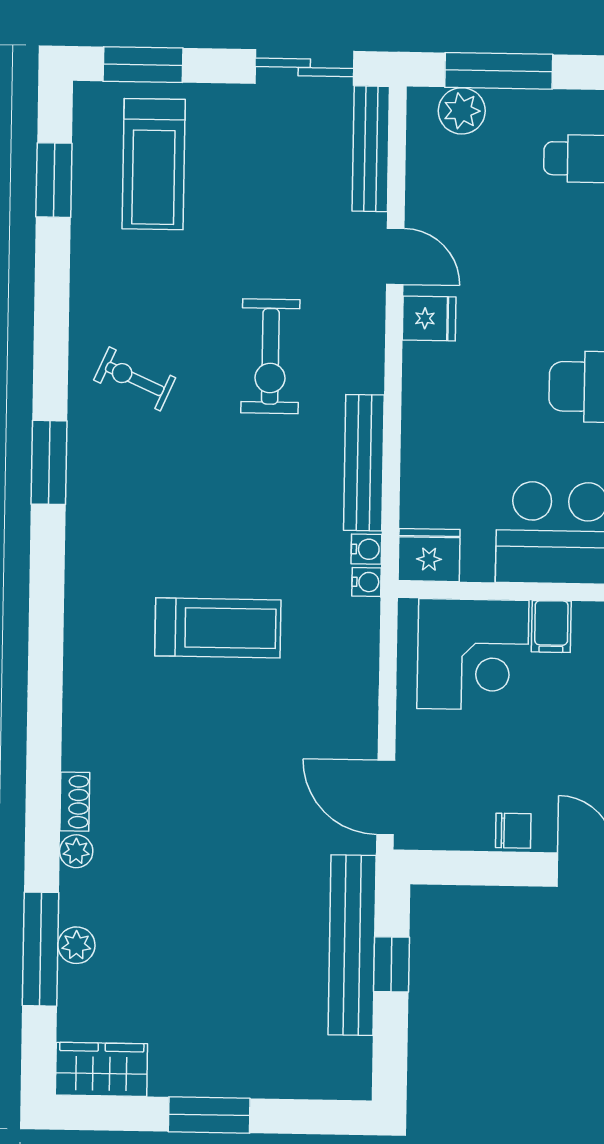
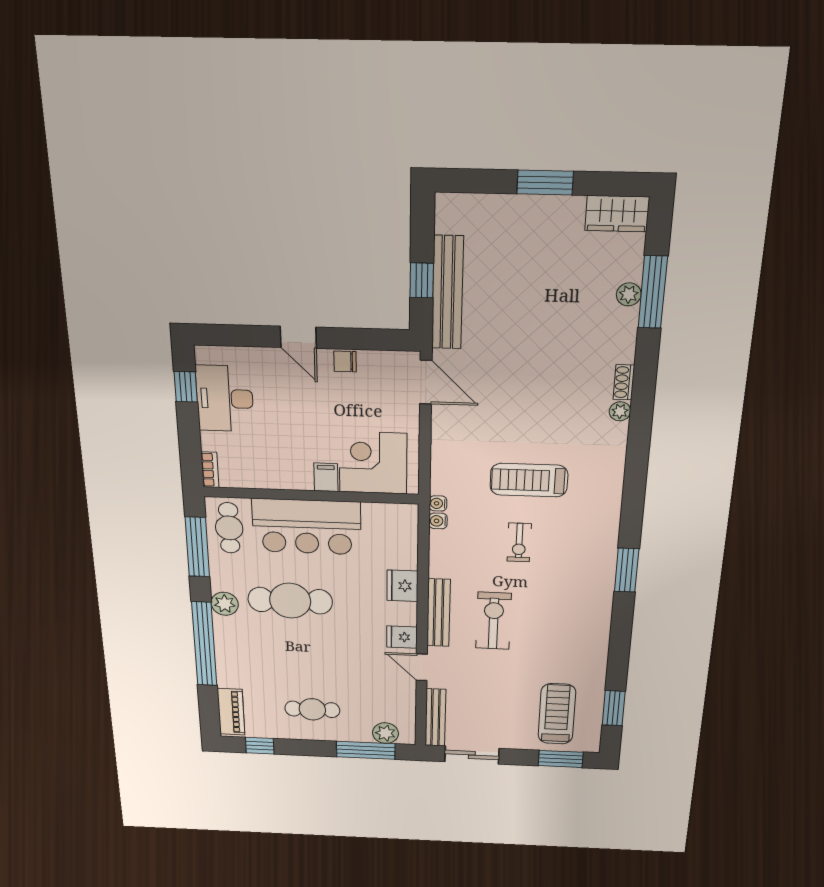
exercise bike: (135, 379) -> (519, 542), moved, turned 66
bench: (364, 463) -> (438, 613), moved
fridge: (429, 555) -> (402, 586), moved, turned 90
plant: (76, 851) -> (620, 411), moved

